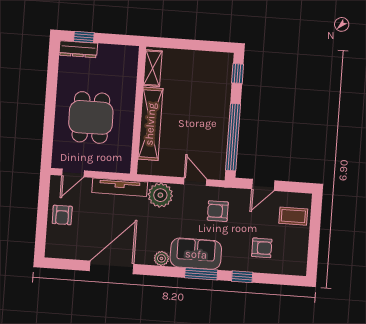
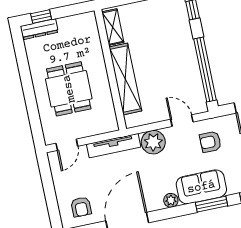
armchair: (62, 215) -> (81, 207), moved

